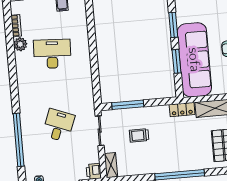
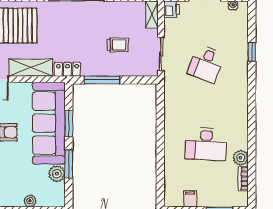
plant: (183, 15) -> (57, 174), added
window: (128, 105) -> (102, 80), moved
window: (19, 140) -> (252, 52), width x0.32

